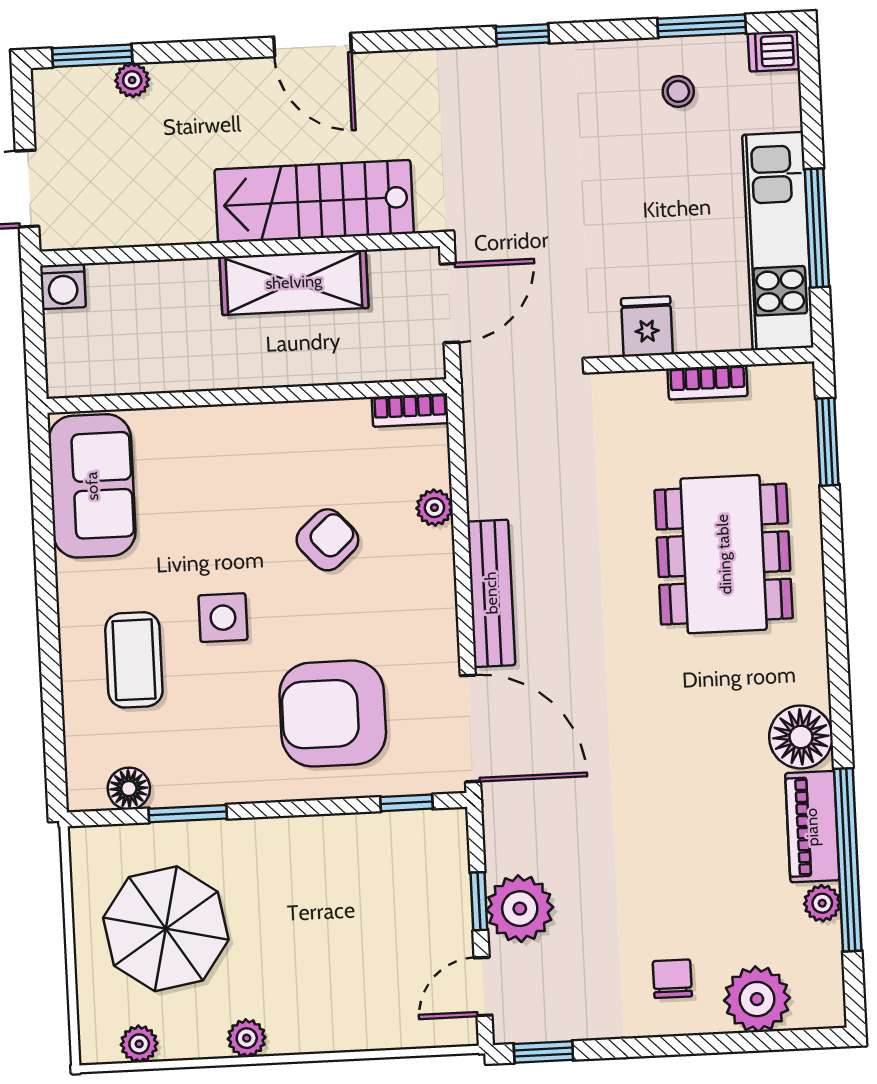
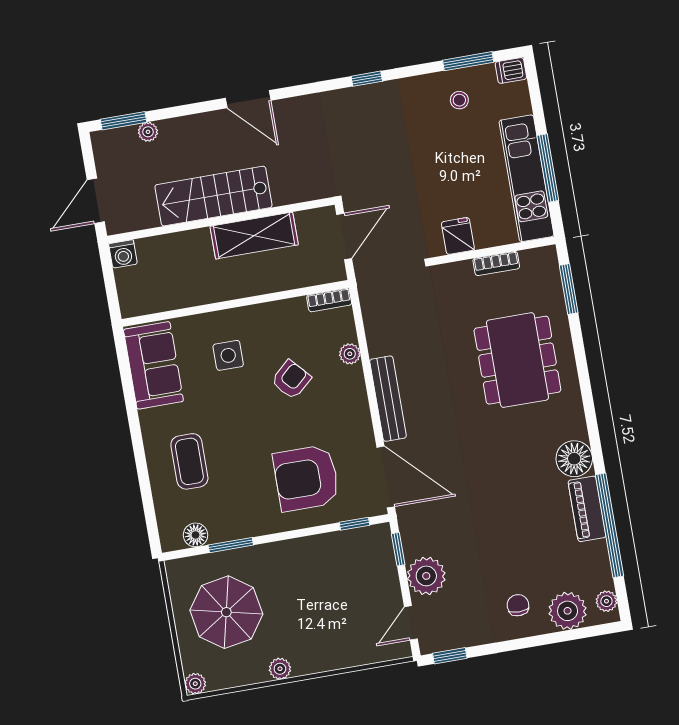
stairs: (314, 201) -> (213, 196), moved
side table: (223, 618) -> (228, 355), moved
window: (479, 901) -> (398, 549), moved
plant: (822, 903) -> (606, 601), moved
plant: (139, 1044) -> (195, 684), moved

